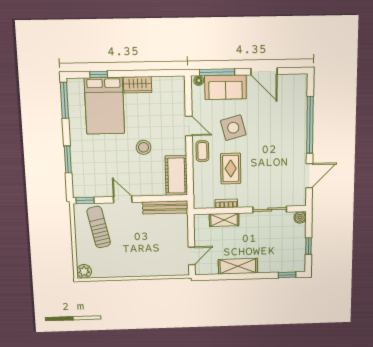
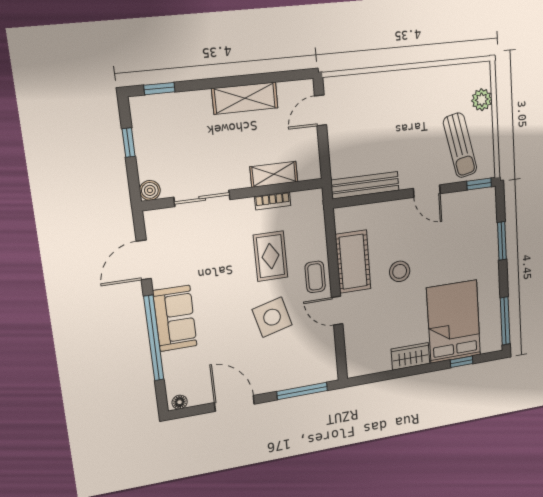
floor lamp: (199, 81) -> (180, 402), moved
sofa: (226, 87) -> (175, 318), moved, turned 90
cot: (176, 175) -> (353, 262), moved
plant: (84, 271) -> (482, 100), moved

